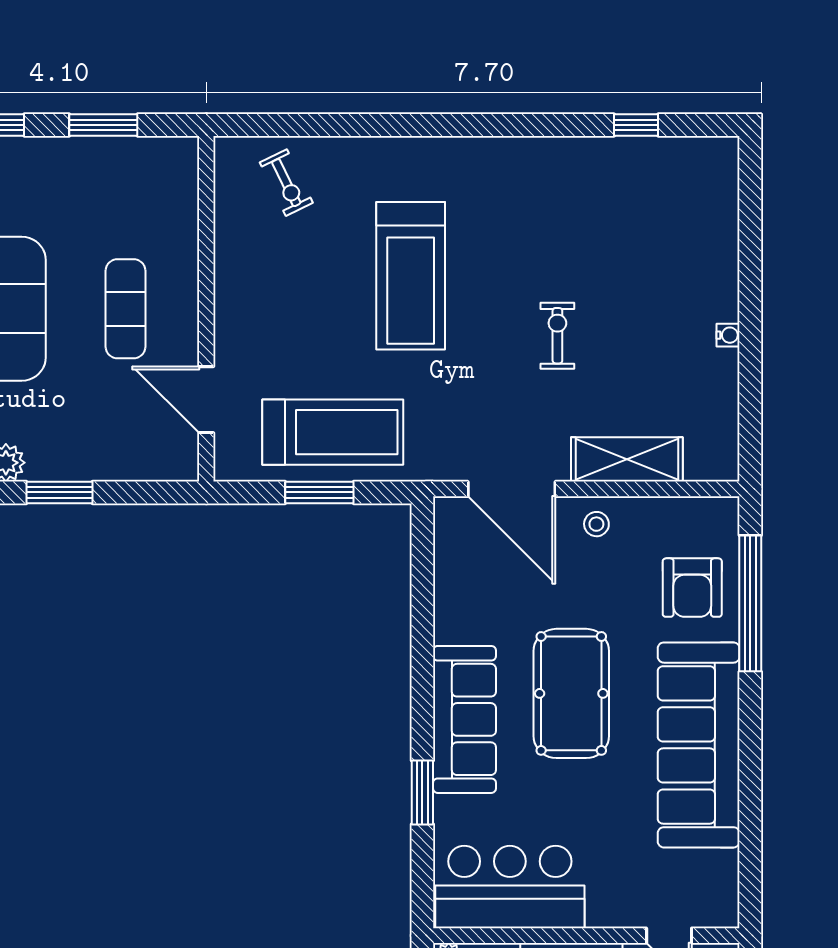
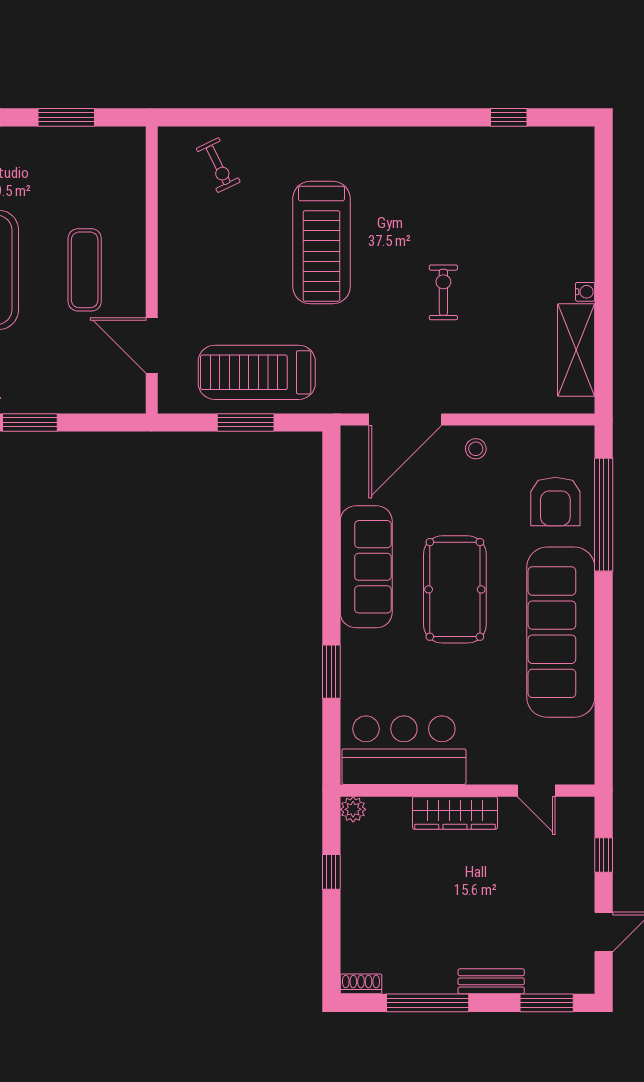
treadmill: (333, 432) -> (257, 372), turned 180
shelving: (627, 459) -> (576, 350), moved, turned 90
door: (512, 489) -> (405, 419), hinge flipped
sofa: (465, 719) -> (366, 567), moved

